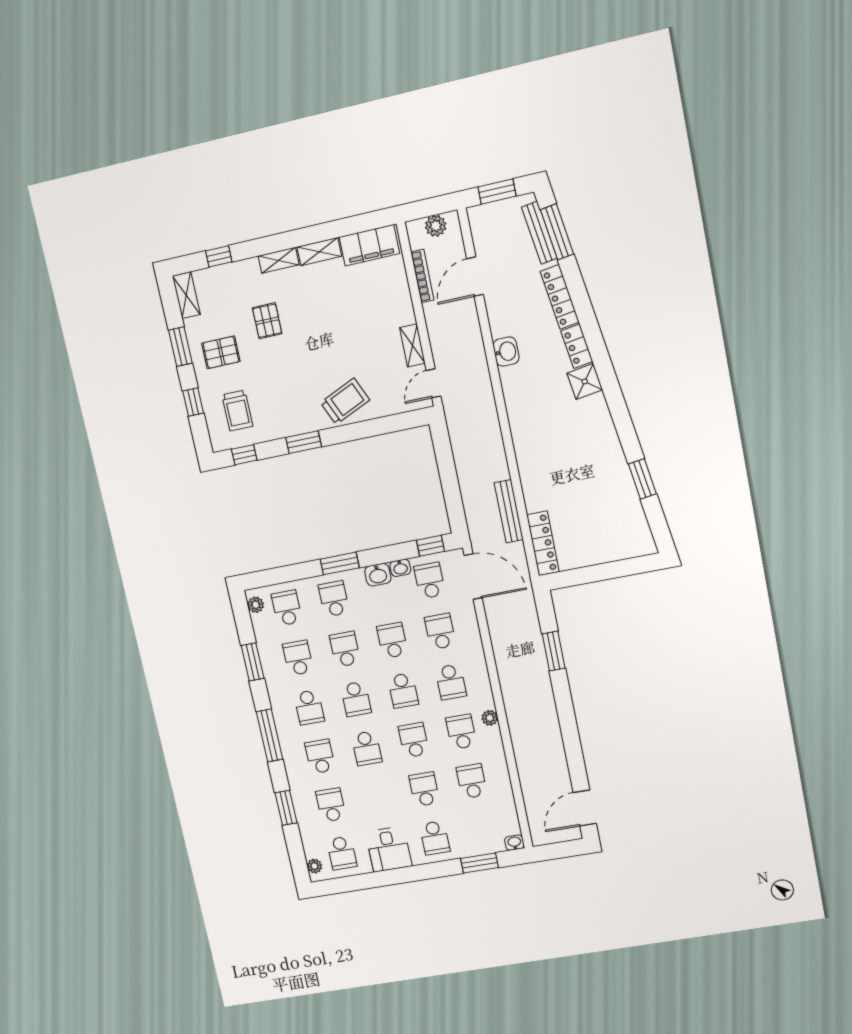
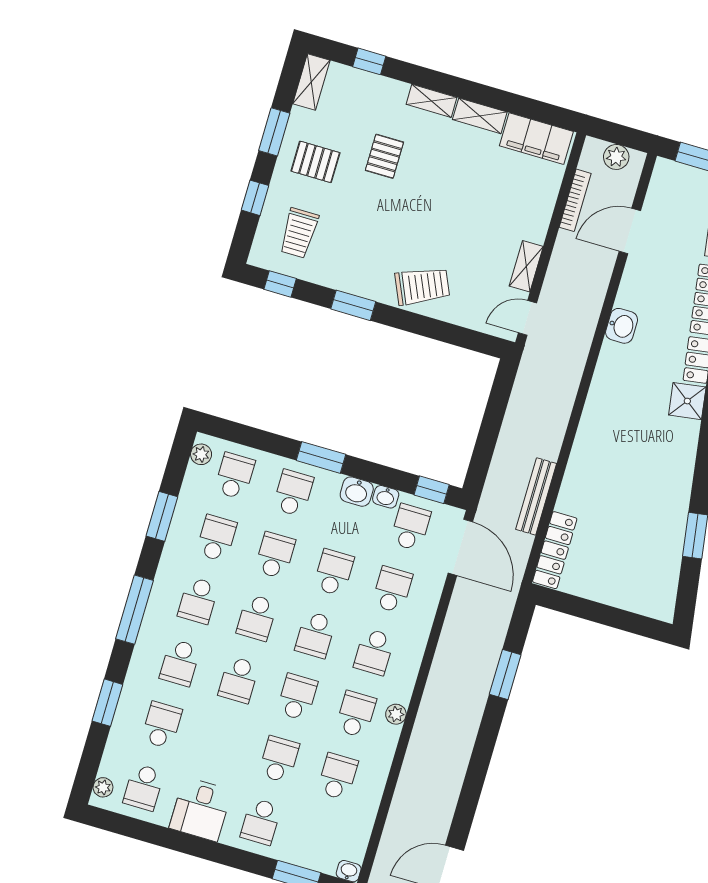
school desk: (320, 756) -> (180, 663), turned 180

